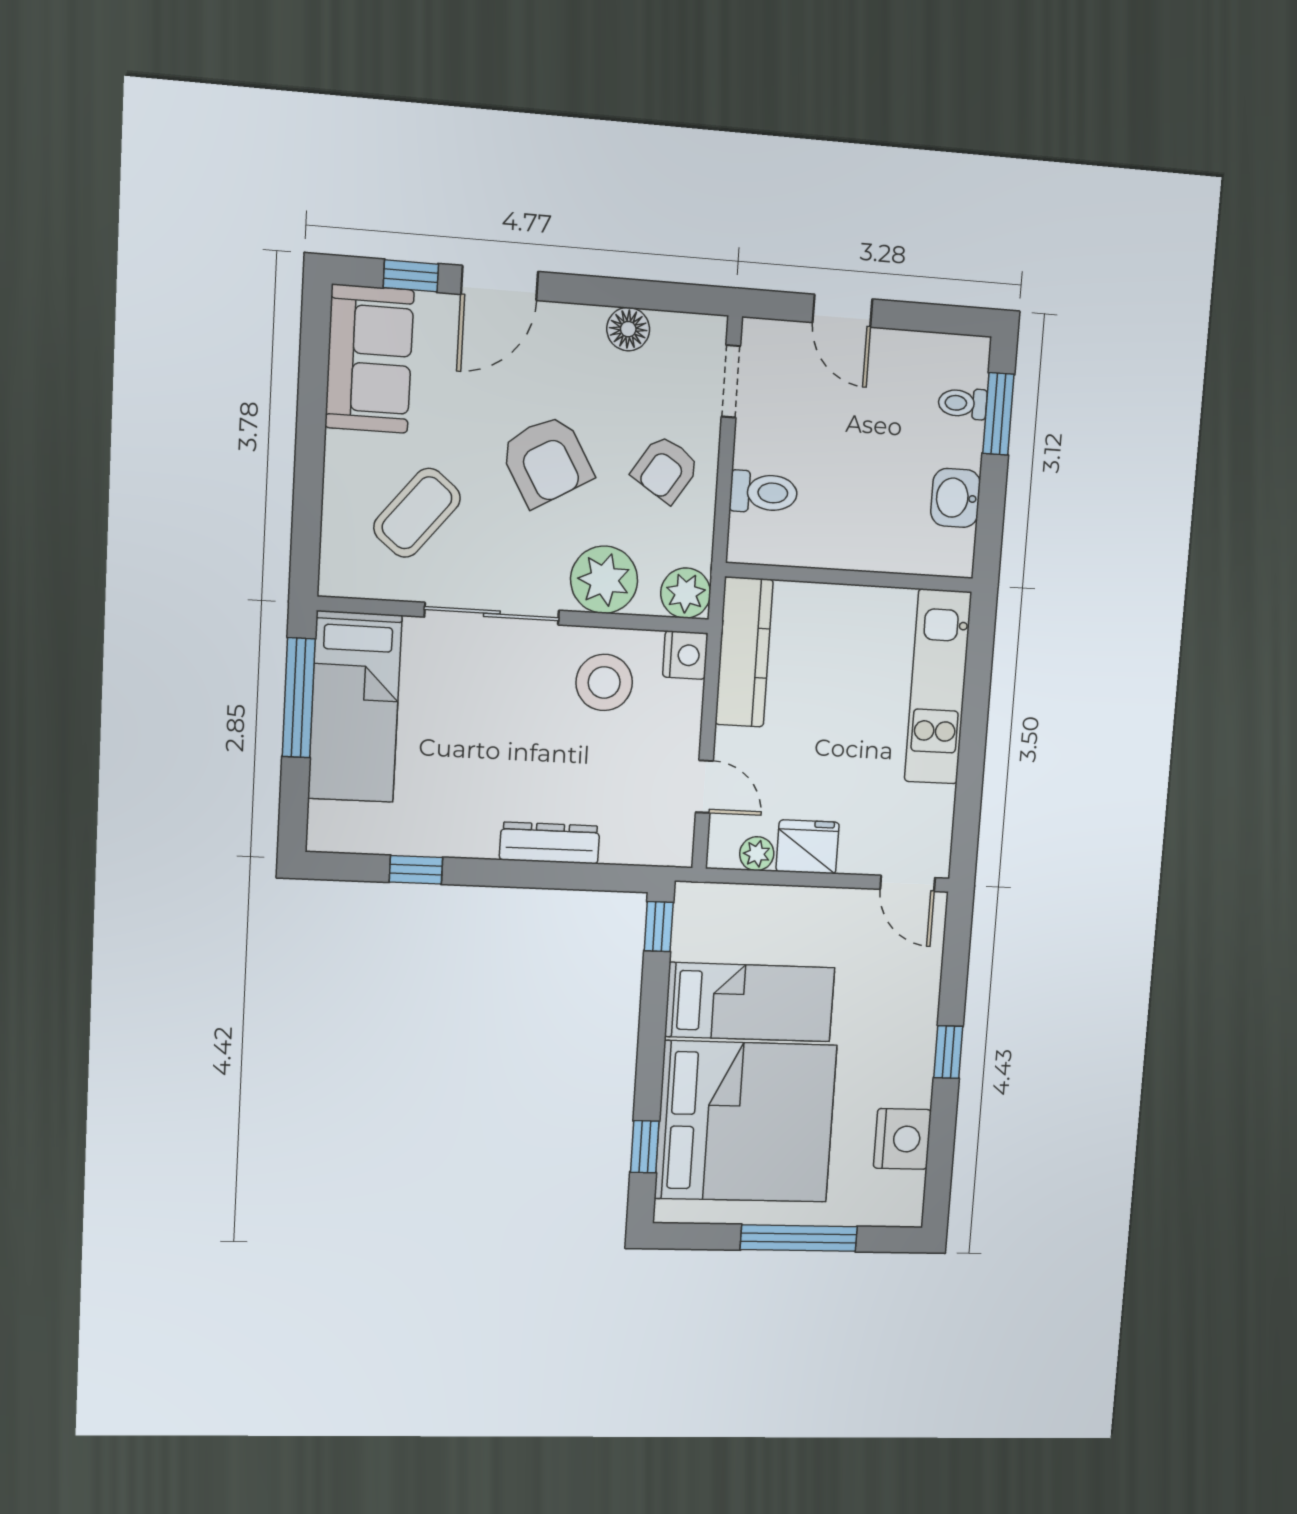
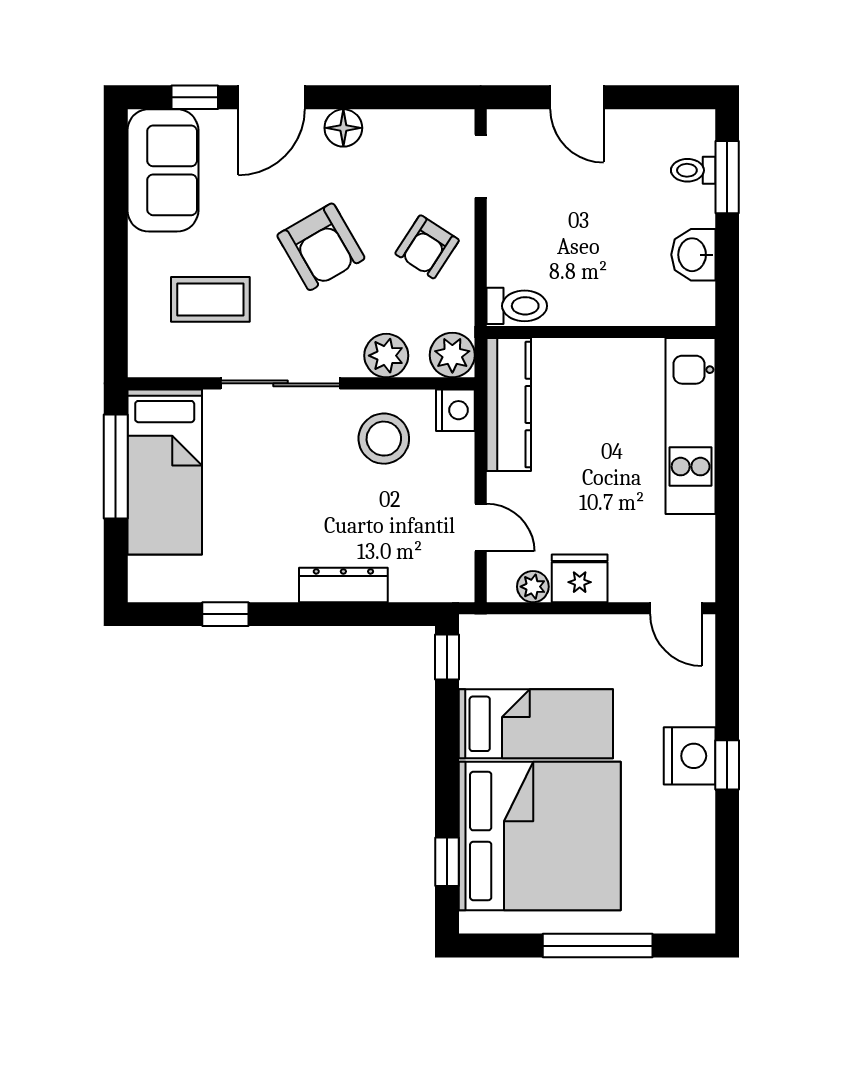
floor lamp: (628, 329) -> (343, 128), moved
toilet: (764, 492) -> (517, 306), moved
coffee table: (417, 513) -> (210, 299), turned 51
plant: (604, 580) -> (386, 356), width x0.73, depth x0.73
nightstand: (902, 1139) -> (690, 756), moved

